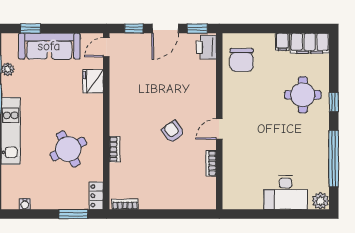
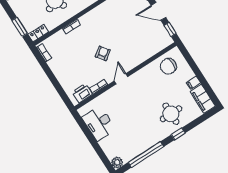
printer: (206, 47) -> (82, 93), moved
door: (219, 129) -> (121, 79), hinge flipped
desk: (286, 192) -> (99, 123), moved

